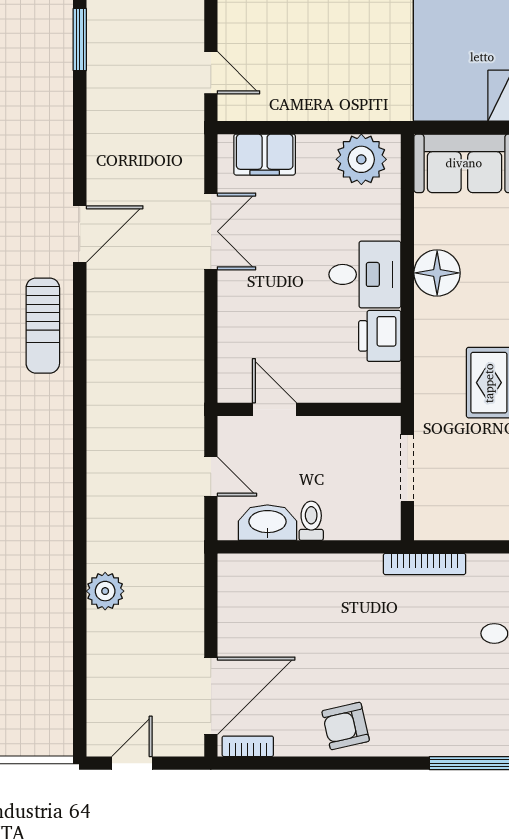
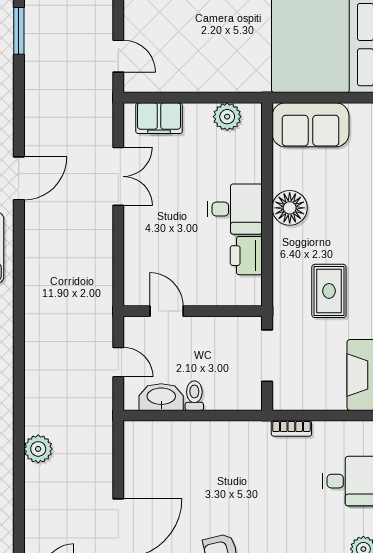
plant: (361, 159) -> (227, 117), width x0.73, depth x0.73
bookcase: (425, 564) -> (291, 428), width x0.64

